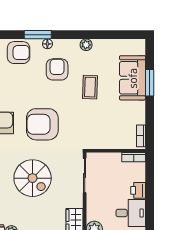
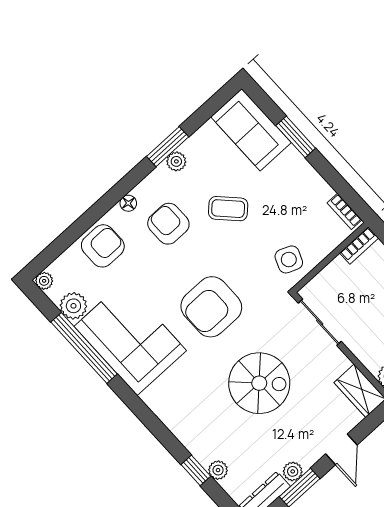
window: (38, 35) -> (168, 147), moved
sofa: (133, 78) -> (251, 130), moved
coffee table: (90, 87) -> (228, 209), turned -46
side table: (96, 135) -> (289, 259), added

